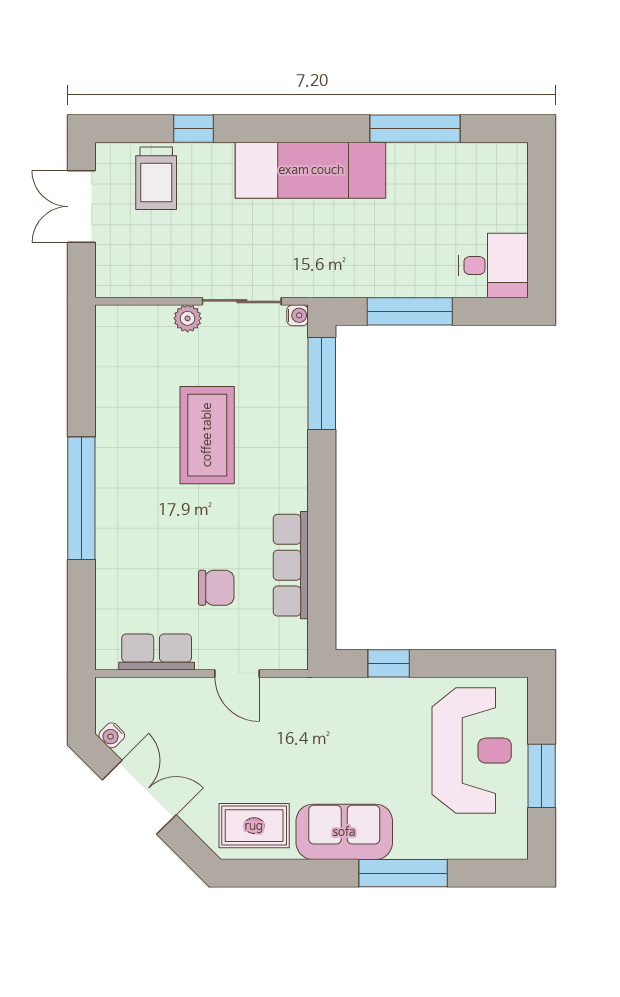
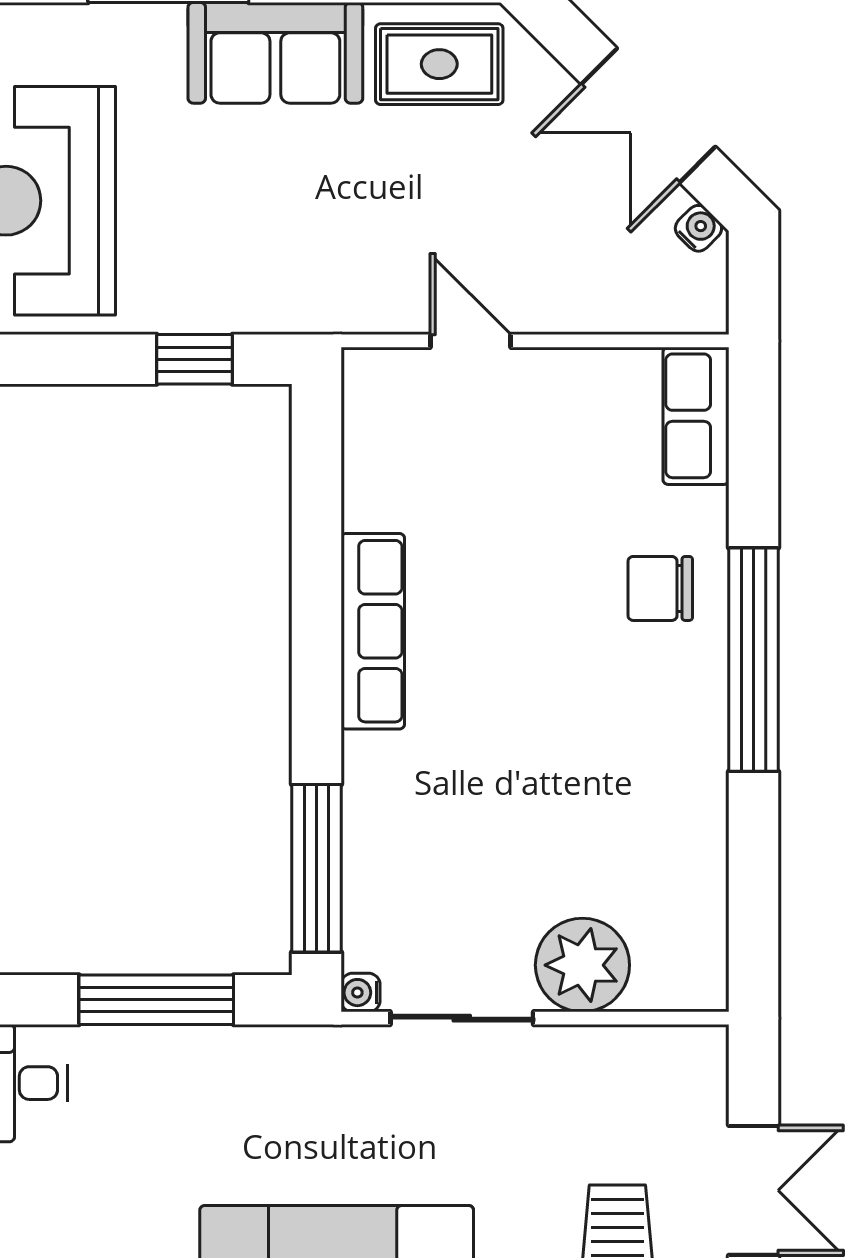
plant: (188, 318) -> (582, 965), width x1.87, depth x1.87
coffee table: (207, 435) -> (525, 774), removed
row of seats: (291, 565) -> (373, 631), moved
chair: (216, 588) -> (660, 588), moved
row of seats: (157, 652) -> (696, 416), moved, turned 90

